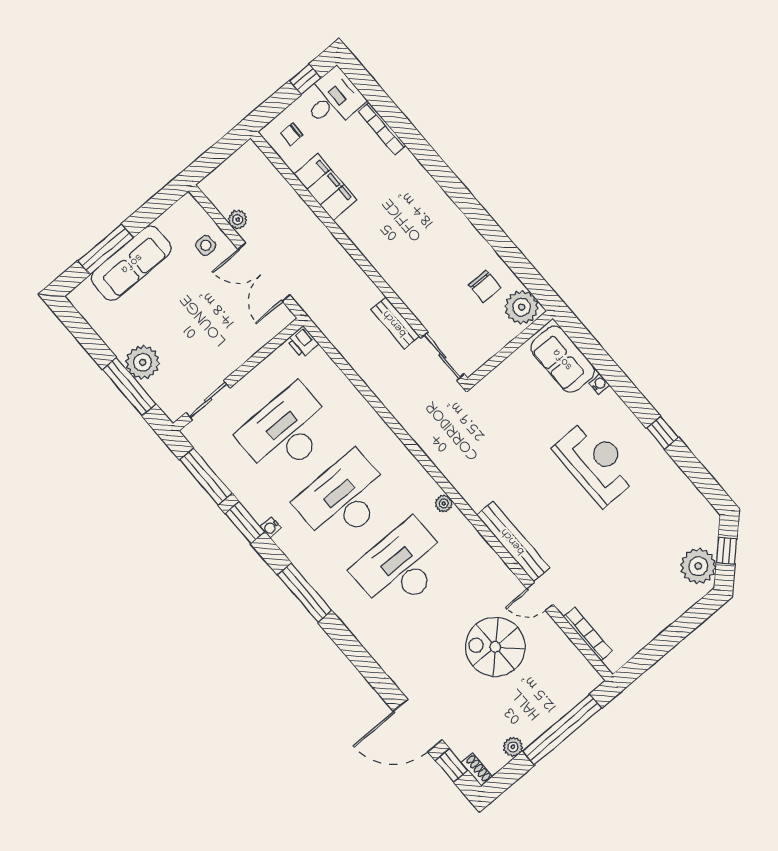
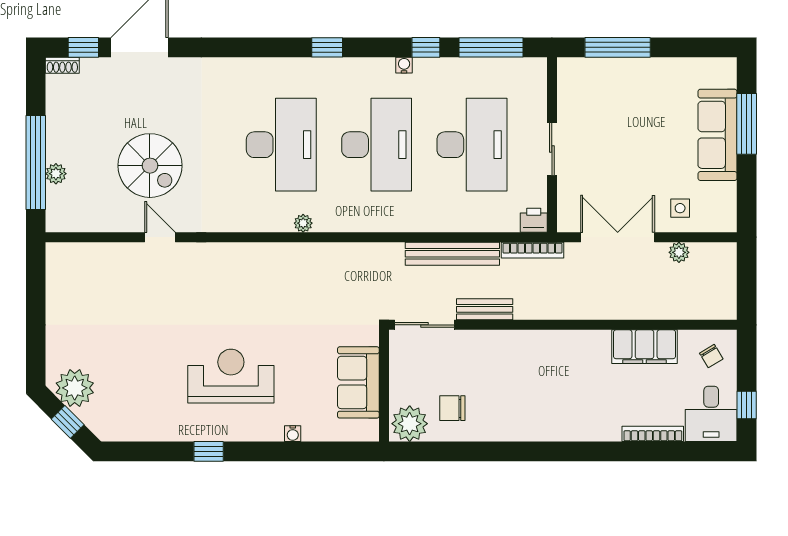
chair: (292, 134) -> (711, 356), turned 149
sofa: (563, 359) -> (358, 382), moved, turned -90
plant: (143, 362) -> (628, 75), removed
sliding door: (208, 400) -> (552, 149), moved
reception desk: (596, 462) -> (231, 376), turned 180
window: (245, 523) -> (426, 47), width x0.67
bench: (513, 541) -> (452, 254), moved
window: (305, 593) -> (327, 47), width x0.46
door: (540, 597) -> (160, 237), hinge flipped
bookcase: (588, 634) -> (532, 250), moved
spiral stairs: (495, 647) -> (150, 166), turned 90
plant: (513, 747) -> (56, 174), moved

